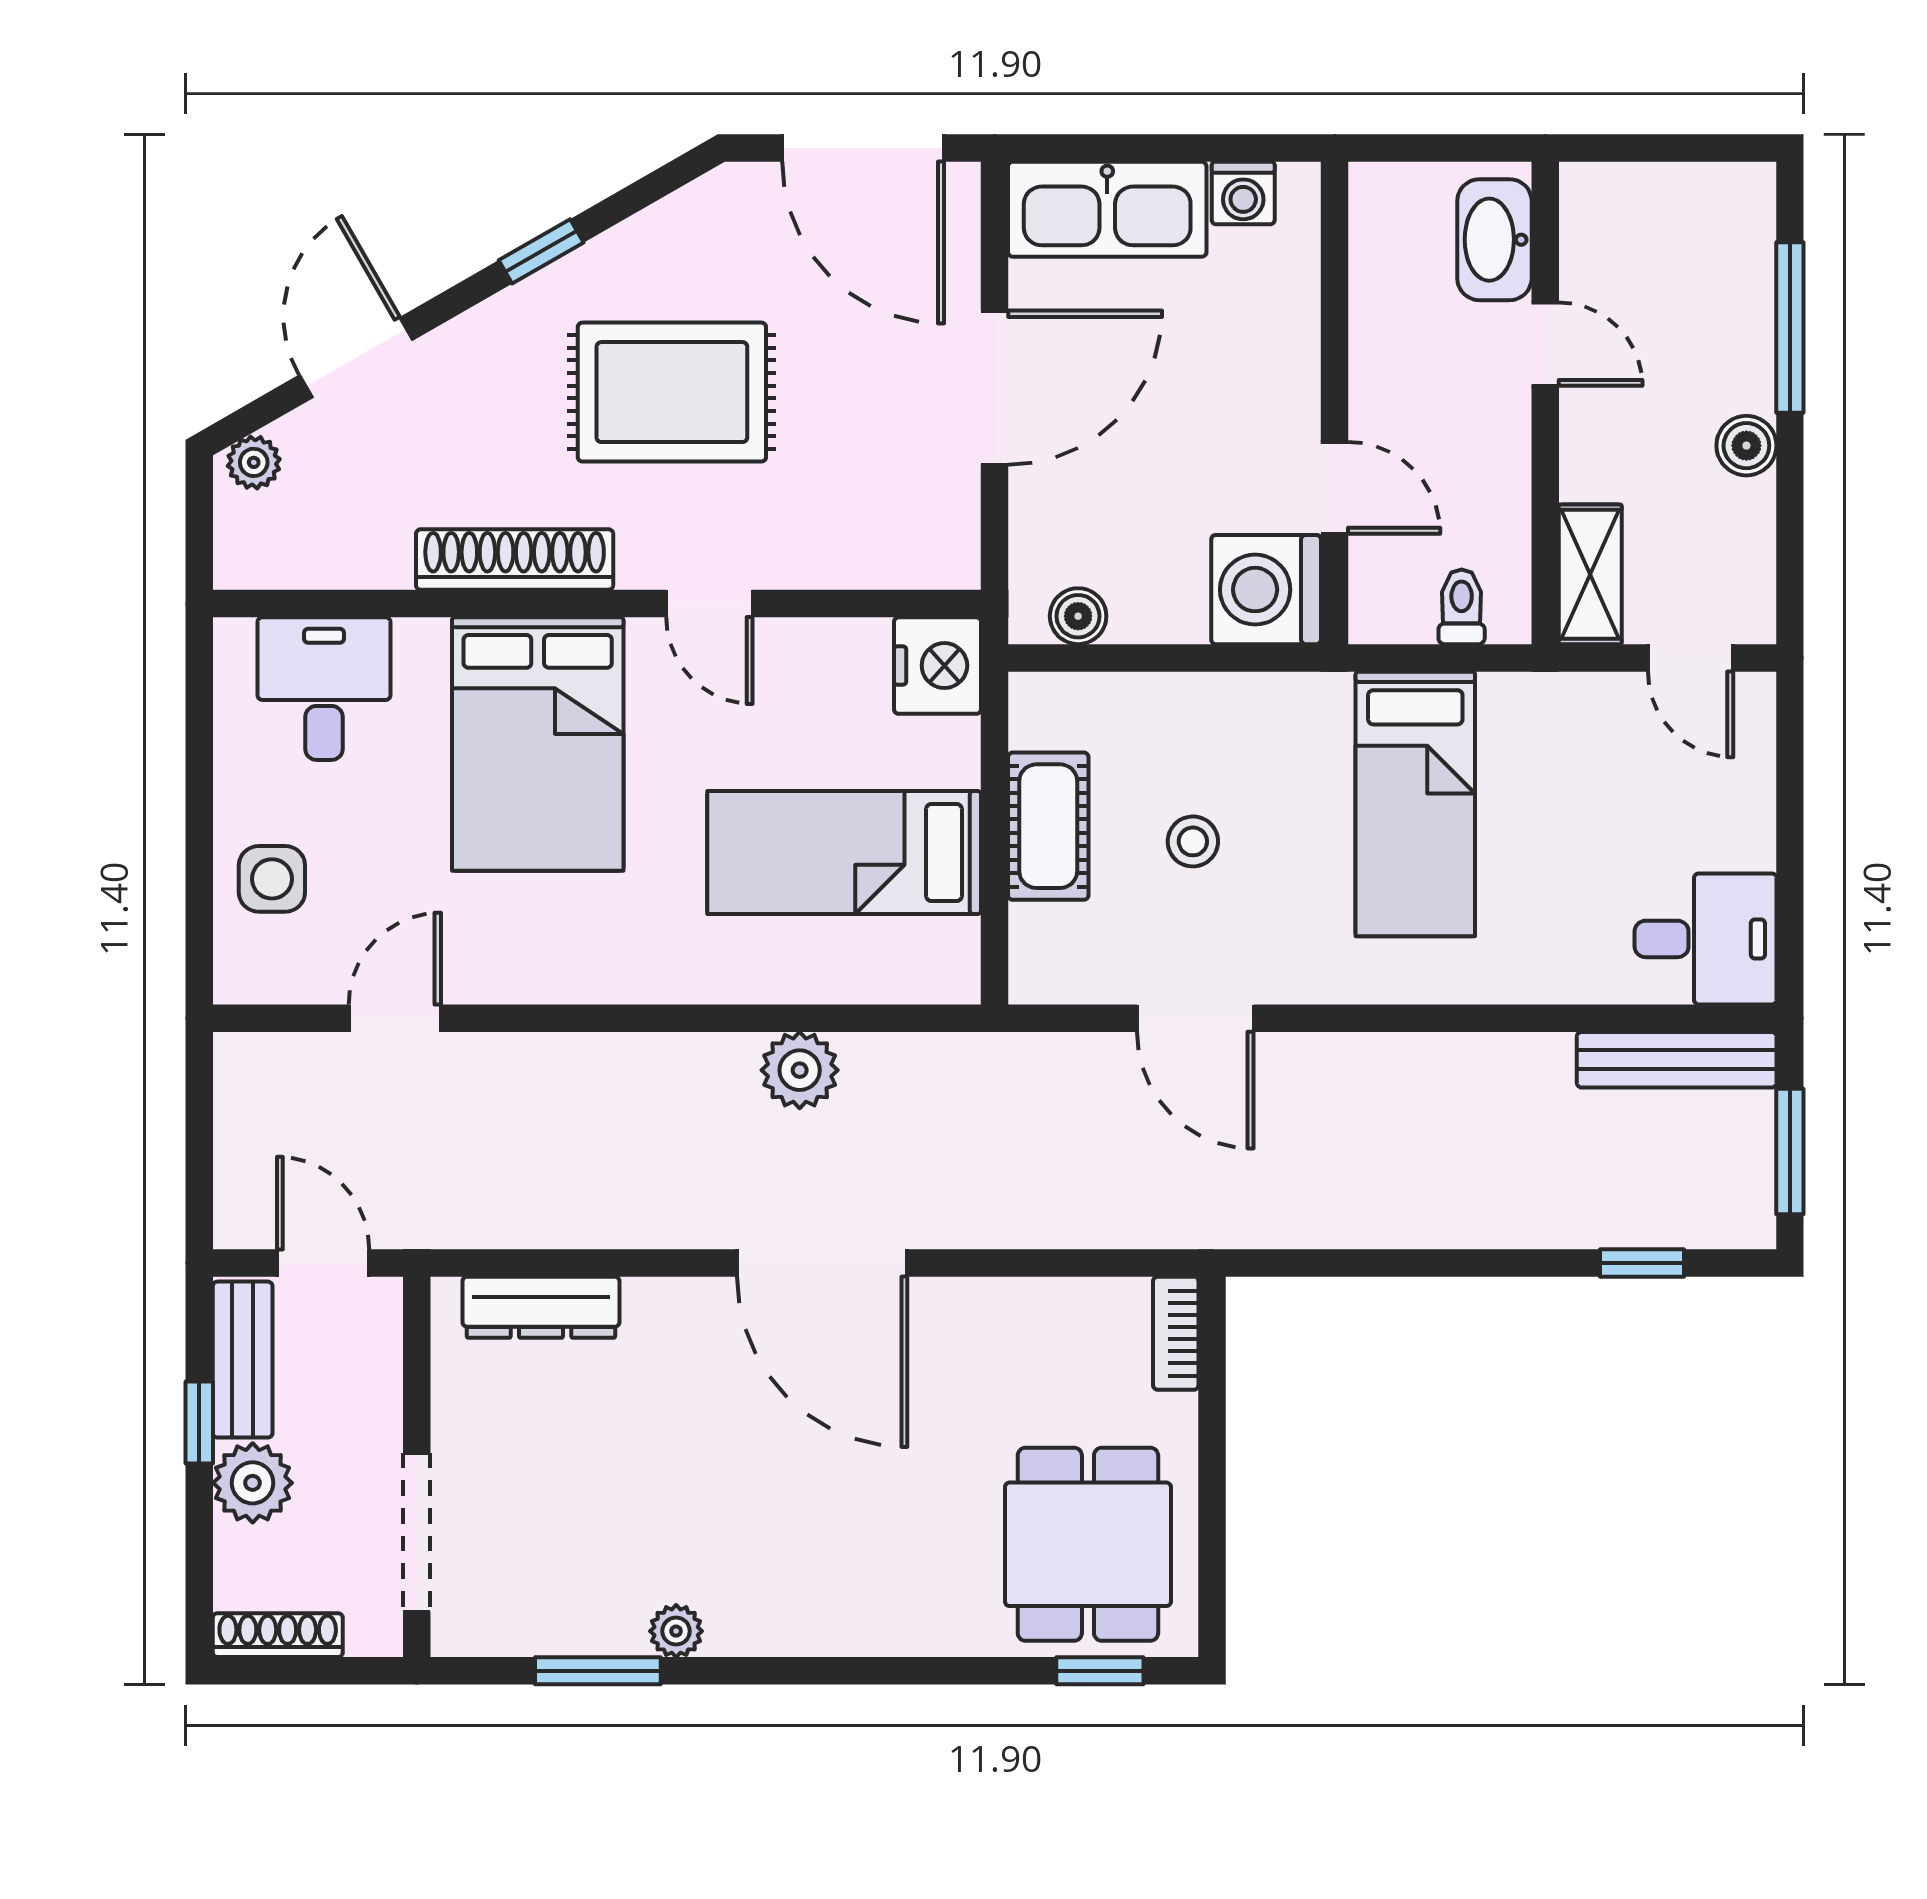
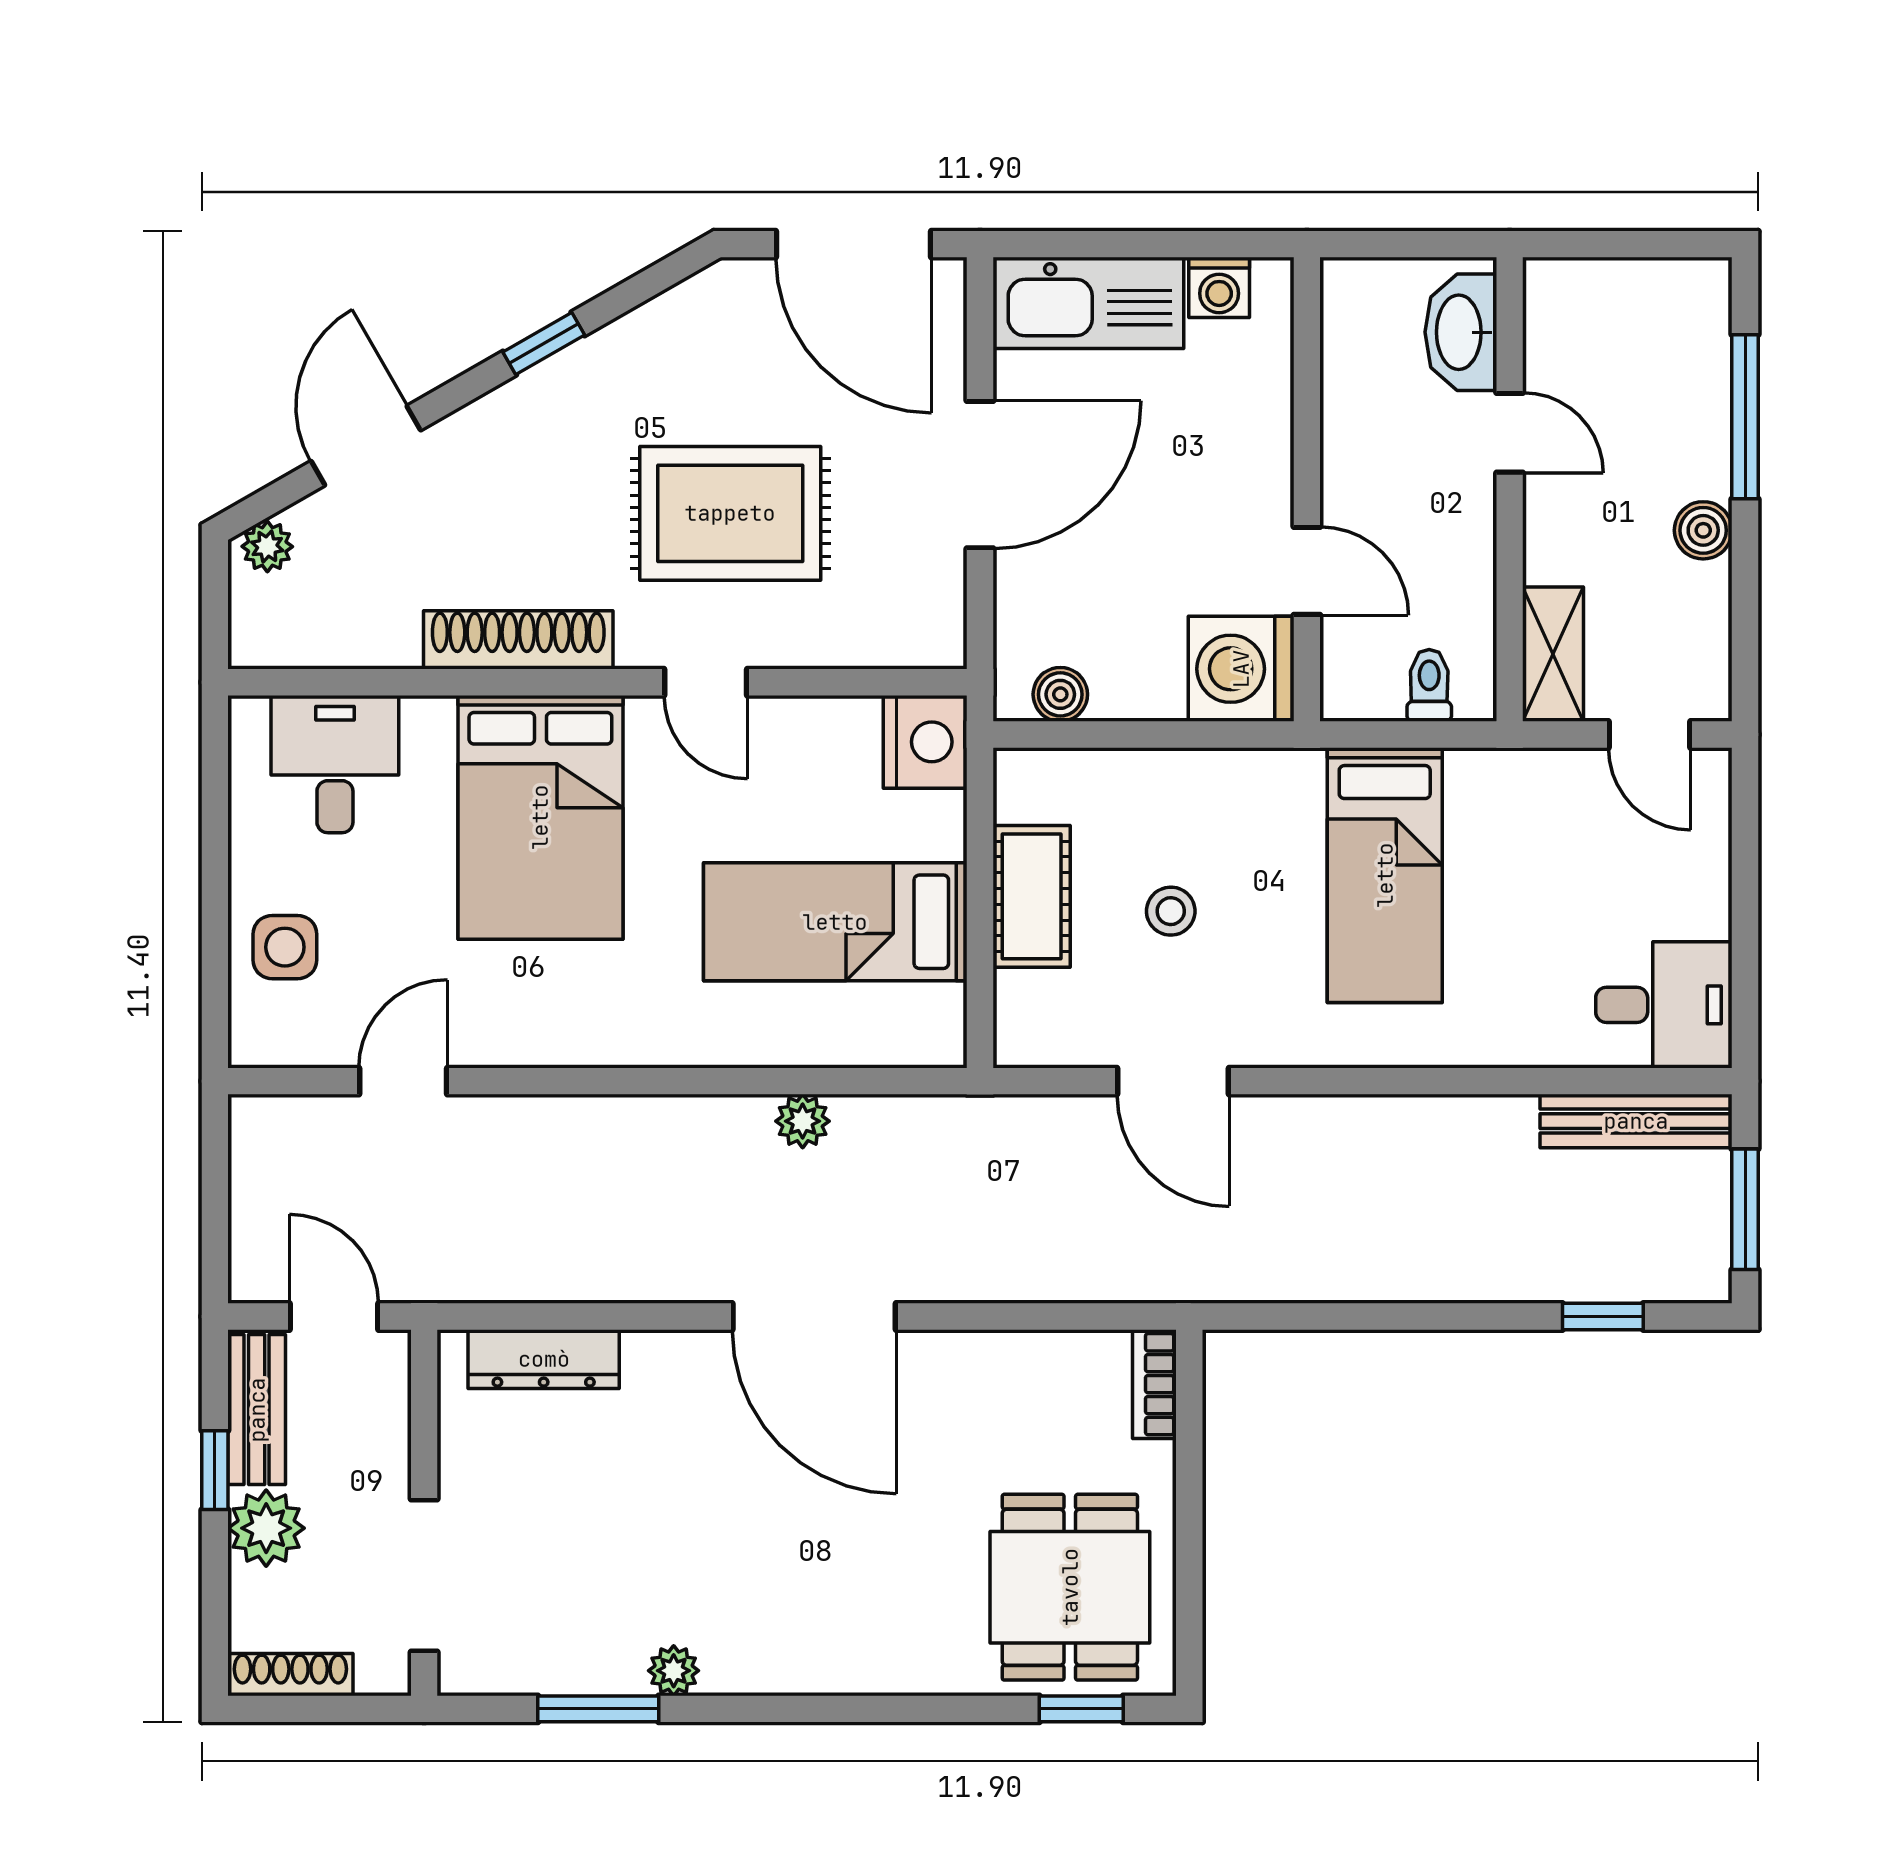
rug: (672, 392) -> (730, 513), moved
plant: (800, 1070) -> (803, 1121), width x0.73, depth x0.73

